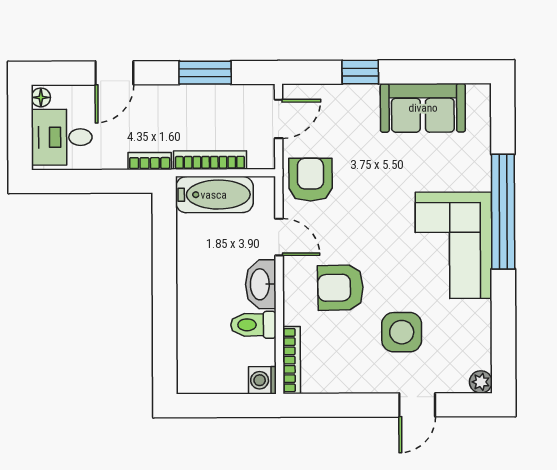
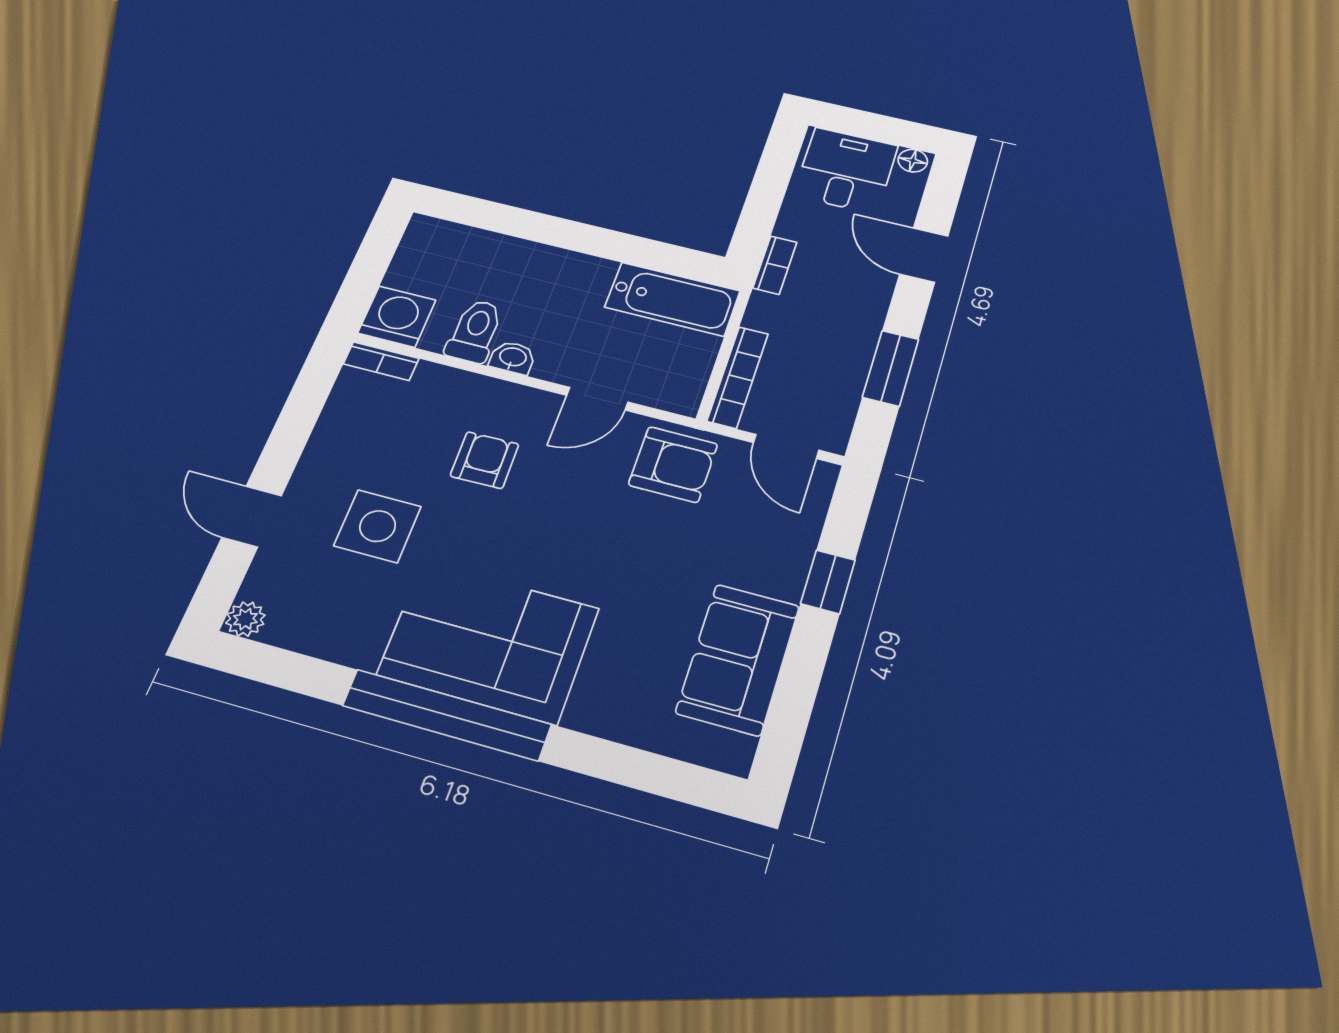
bookcase: (210, 160) -> (738, 377), moved
bathtub: (214, 195) -> (672, 299), moved, turned -90
window: (503, 212) -> (447, 715), moved
washbasin: (261, 284) -> (513, 358), width x0.52, depth x0.69
armchair: (340, 288) -> (485, 460), width x0.72, depth x0.72
bookcase: (292, 360) -> (381, 361), width x0.64
washing machine: (262, 380) -> (397, 317), width x1.38, depth x1.38

